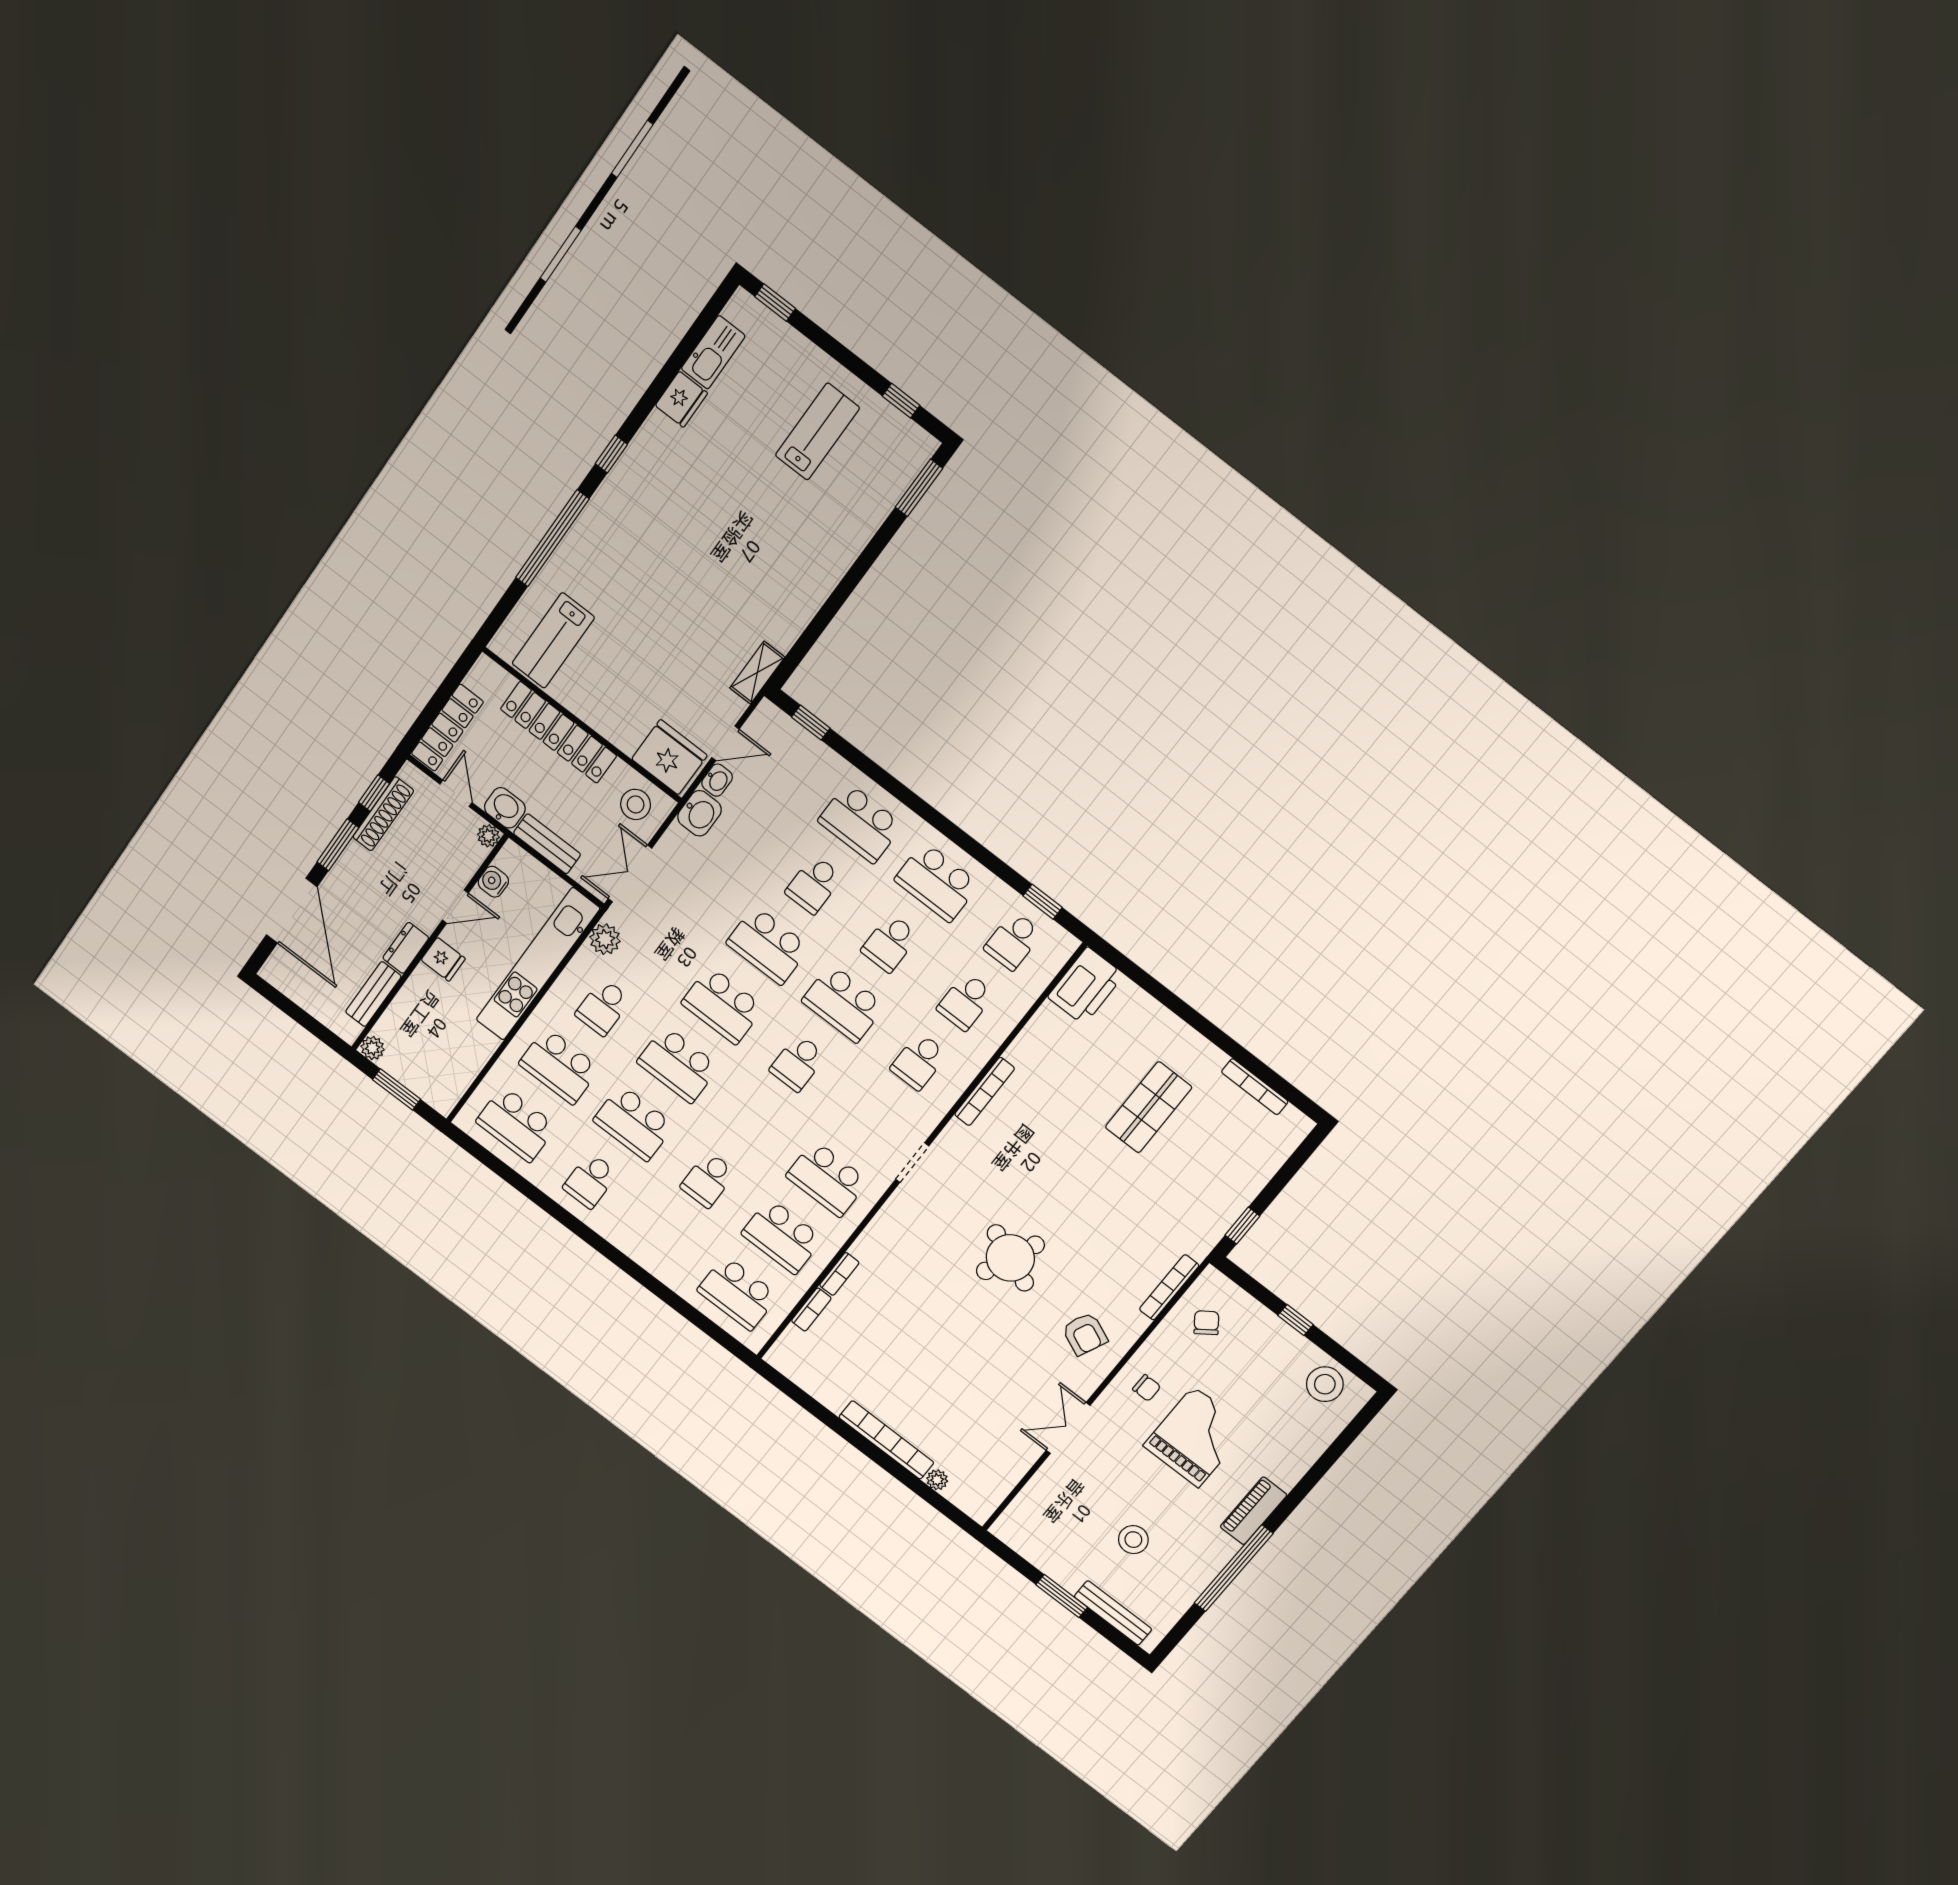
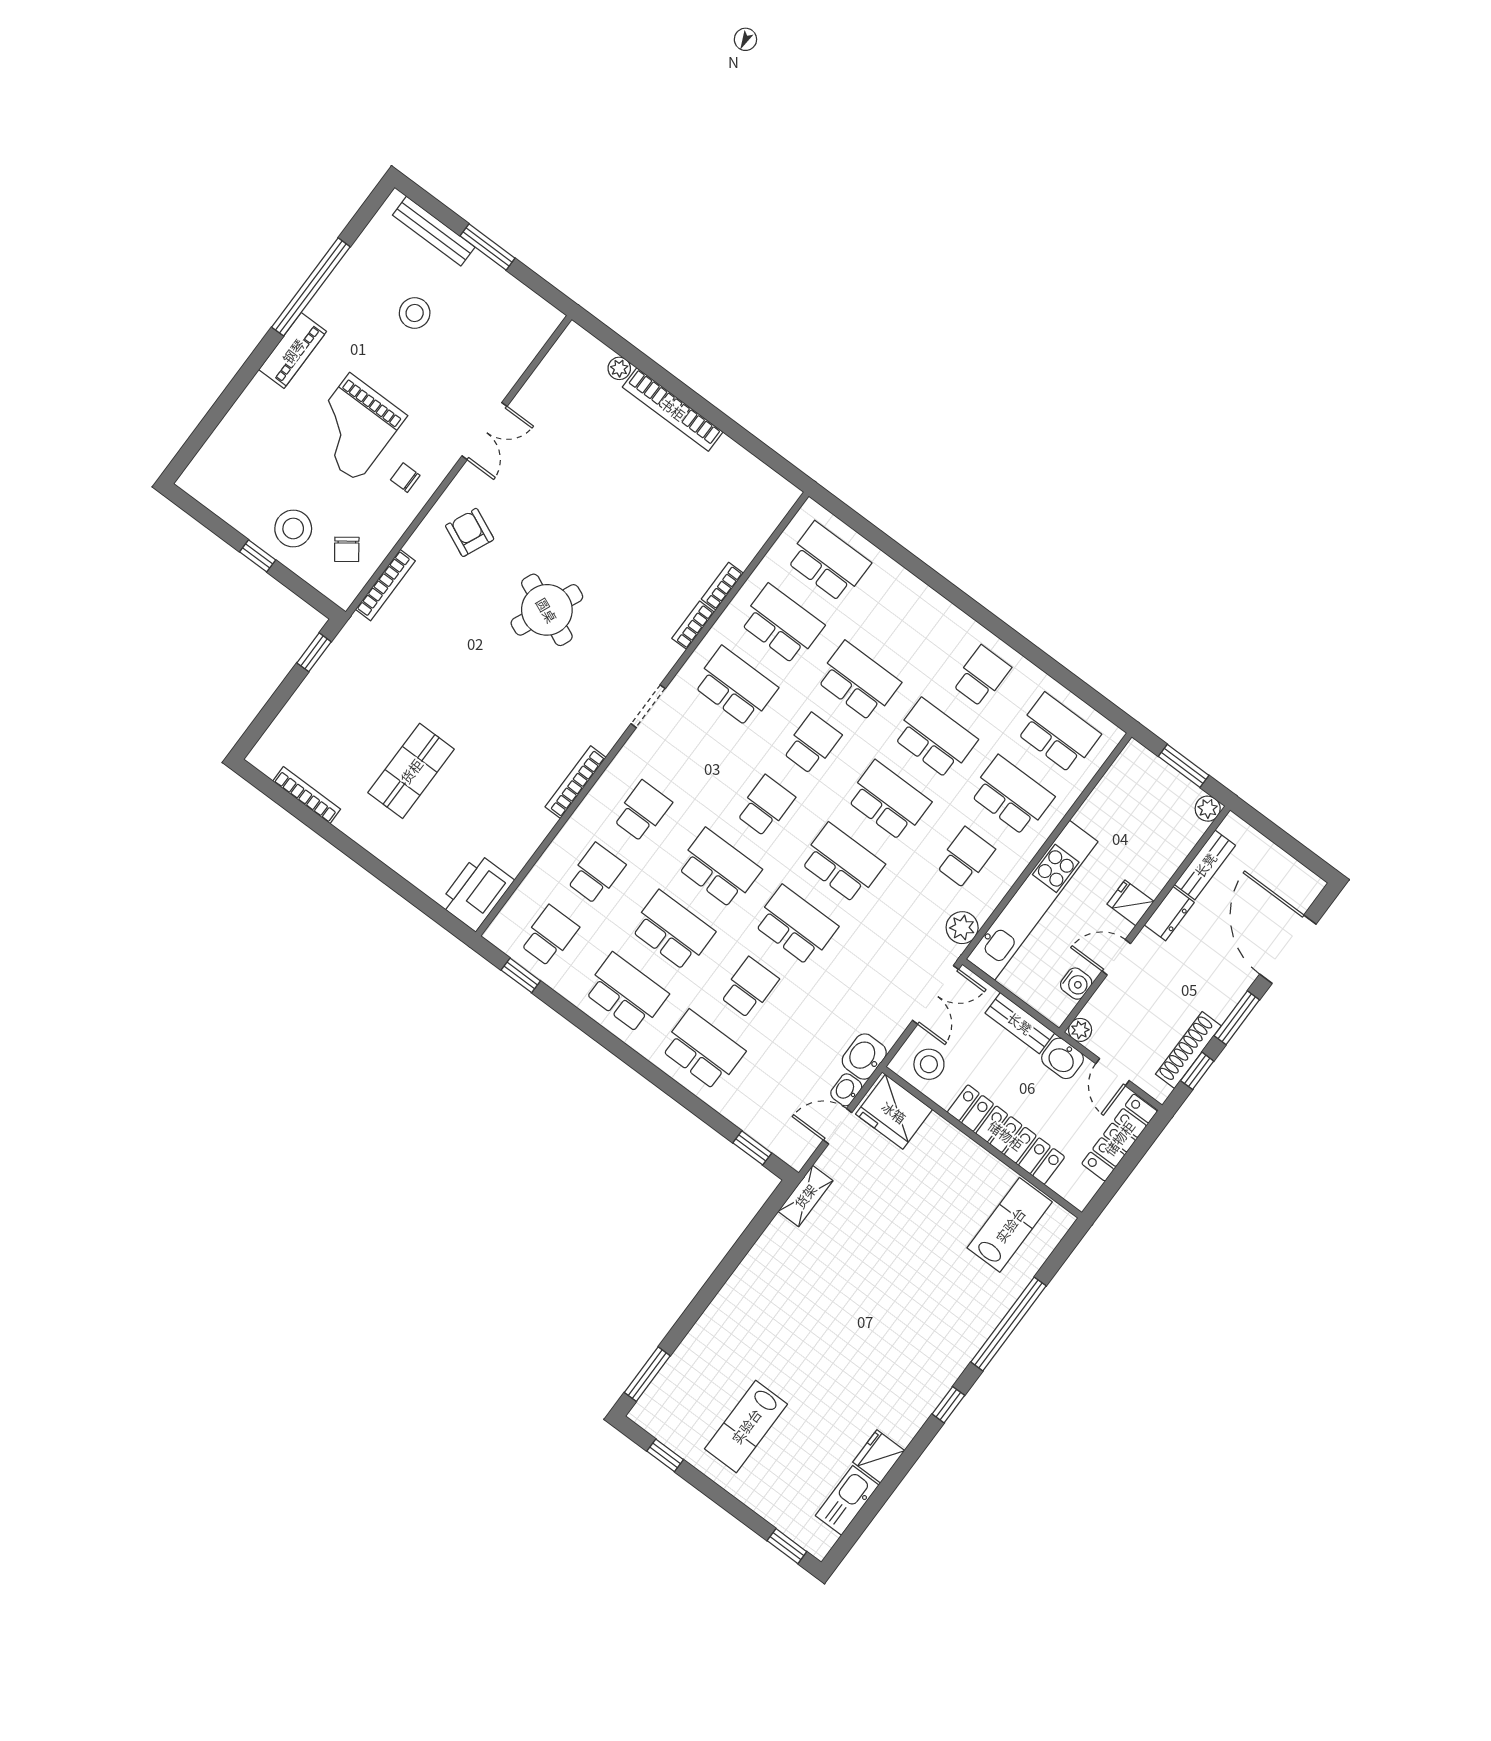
school desk: (890, 943) -> (672, 931), width x1.85
school desk: (753, 1122) -> (812, 744), added
school desk: (708, 1180) -> (858, 681), width x1.85
bookcase: (811, 1310) -> (693, 625), moved
stool: (1325, 1384) -> (293, 528), moved

